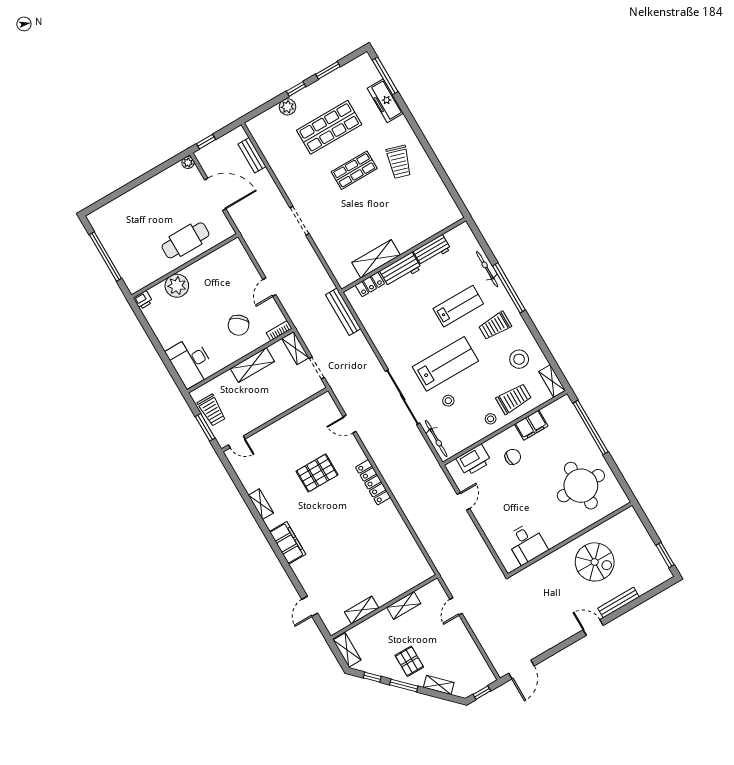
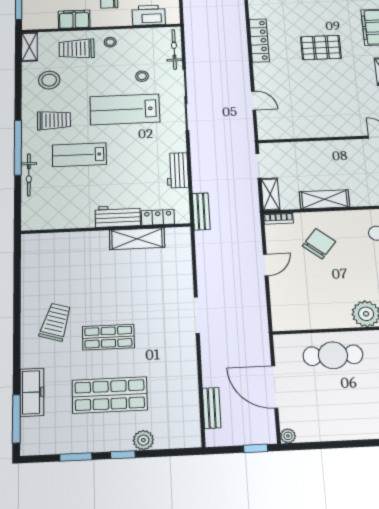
workbench: (432, 250) -> (177, 170), moved, turned -90
bench: (343, 312) -> (201, 211), width x0.73
pallet: (317, 473) -> (321, 48), moved

